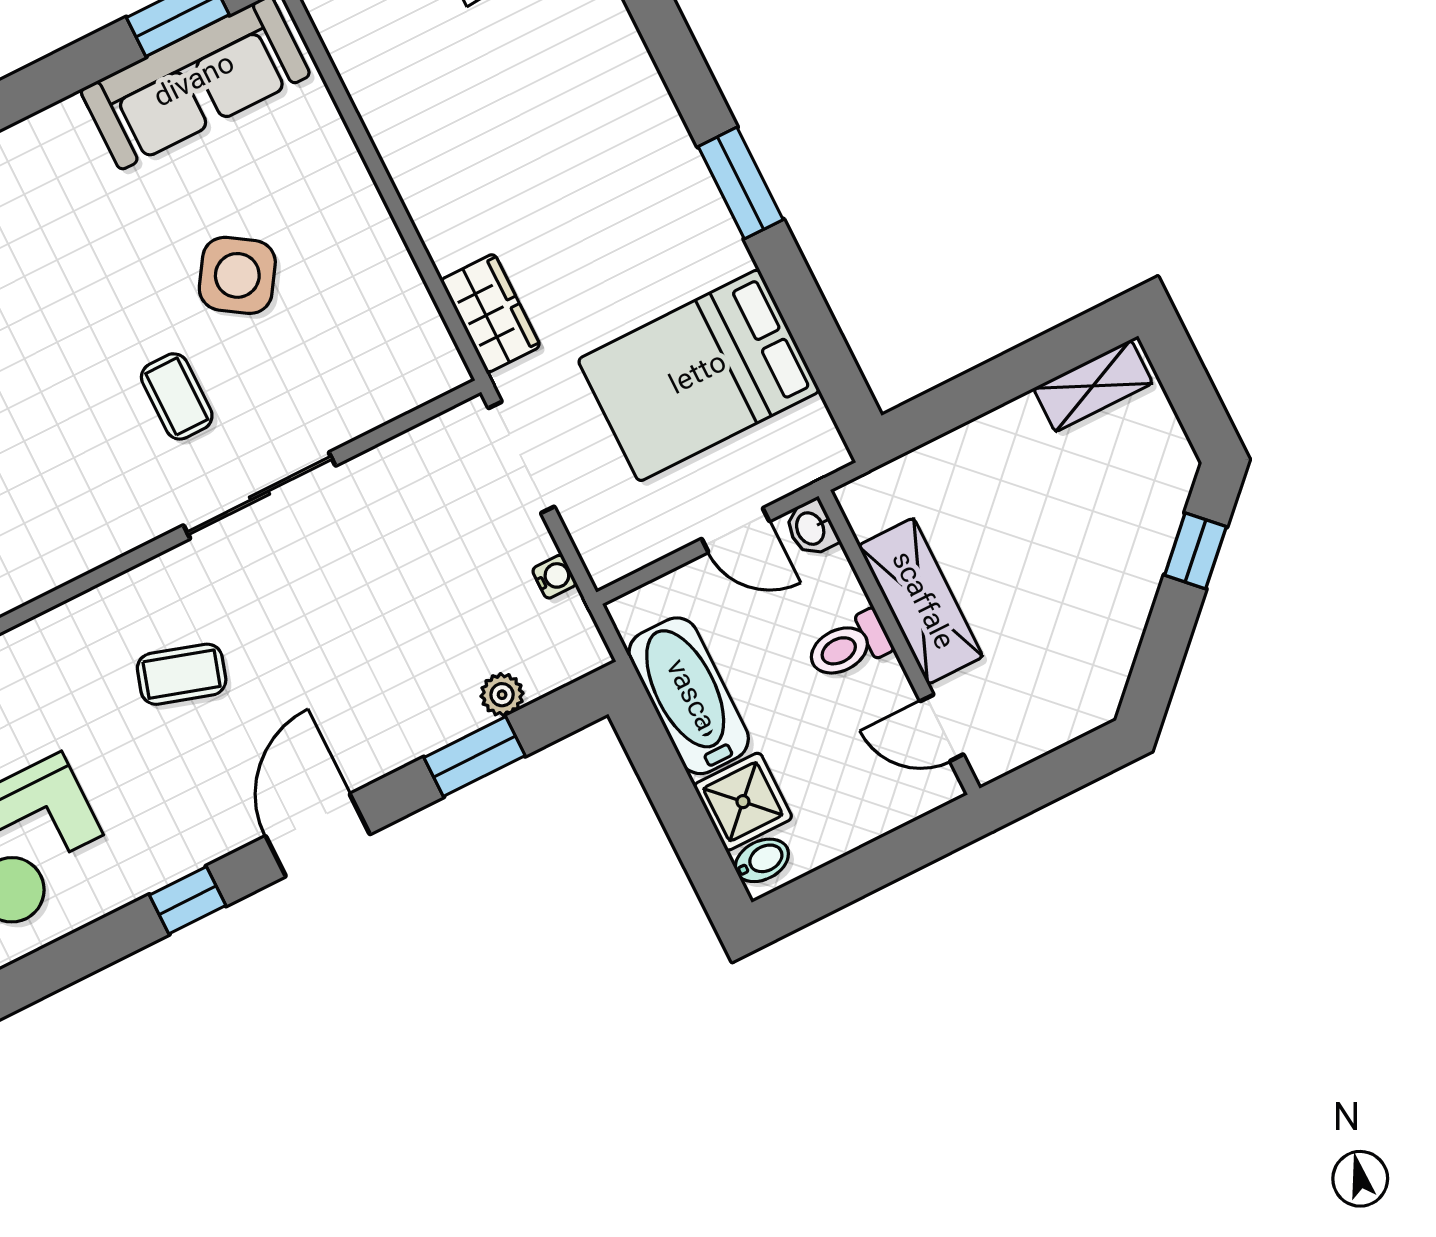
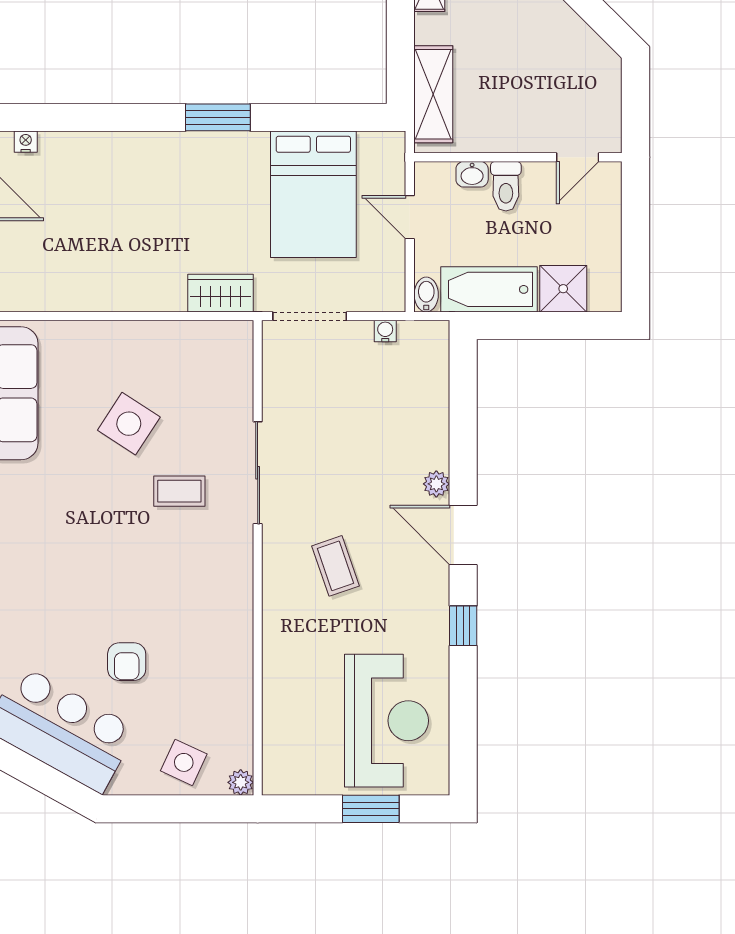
washbasin: (811, 528) -> (472, 174), moved
door: (735, 530) -> (410, 217), swing flipped
shelving: (921, 601) -> (433, 94), moved, turned 90
coffee table: (182, 674) -> (335, 566), turned -36
plant: (502, 695) -> (436, 484), moved
window: (474, 757) -> (463, 426), removed
bidet: (762, 860) -> (426, 295), moved

